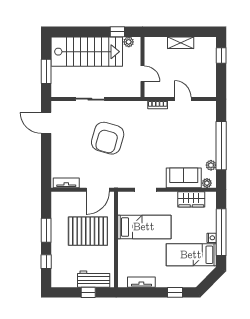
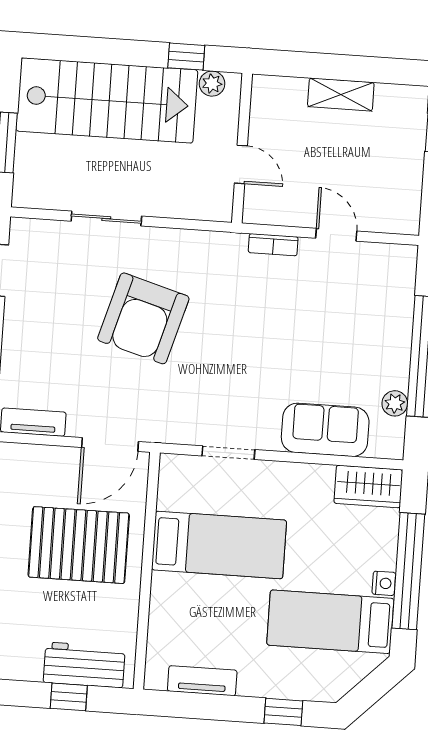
plant: (207, 183) -> (382, 447), removed
wardrobe: (191, 199) -> (368, 487), moved

